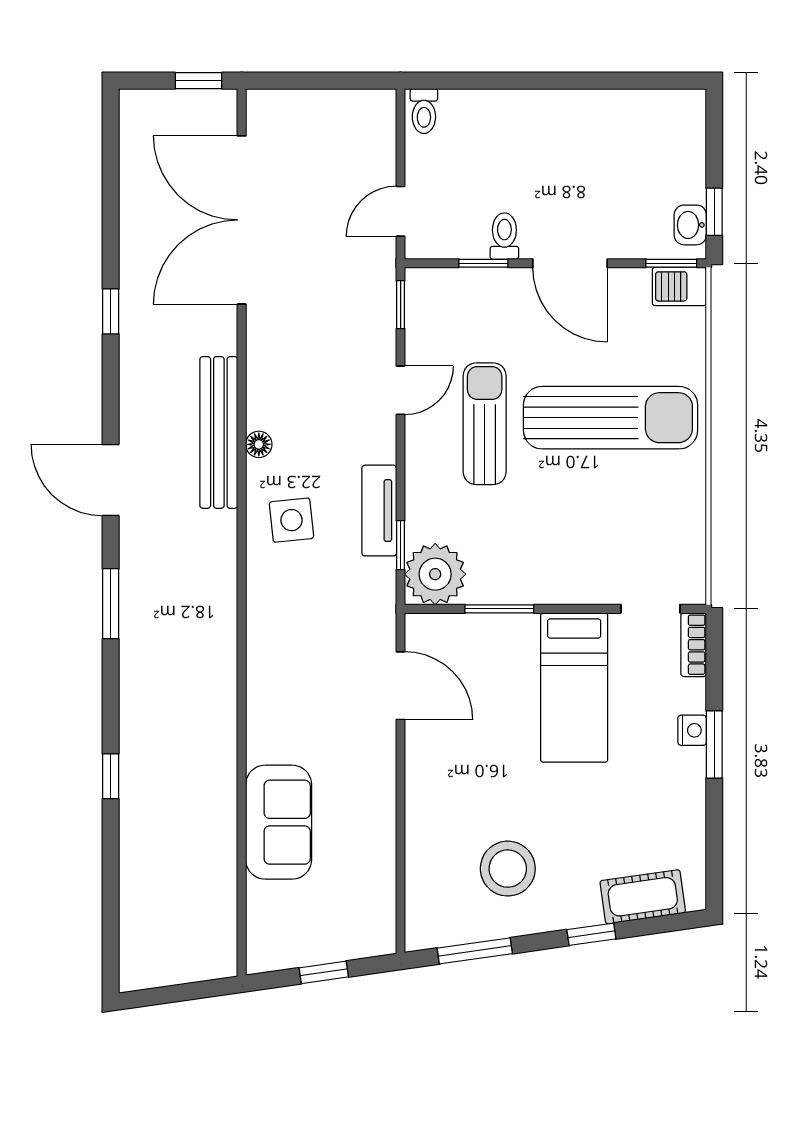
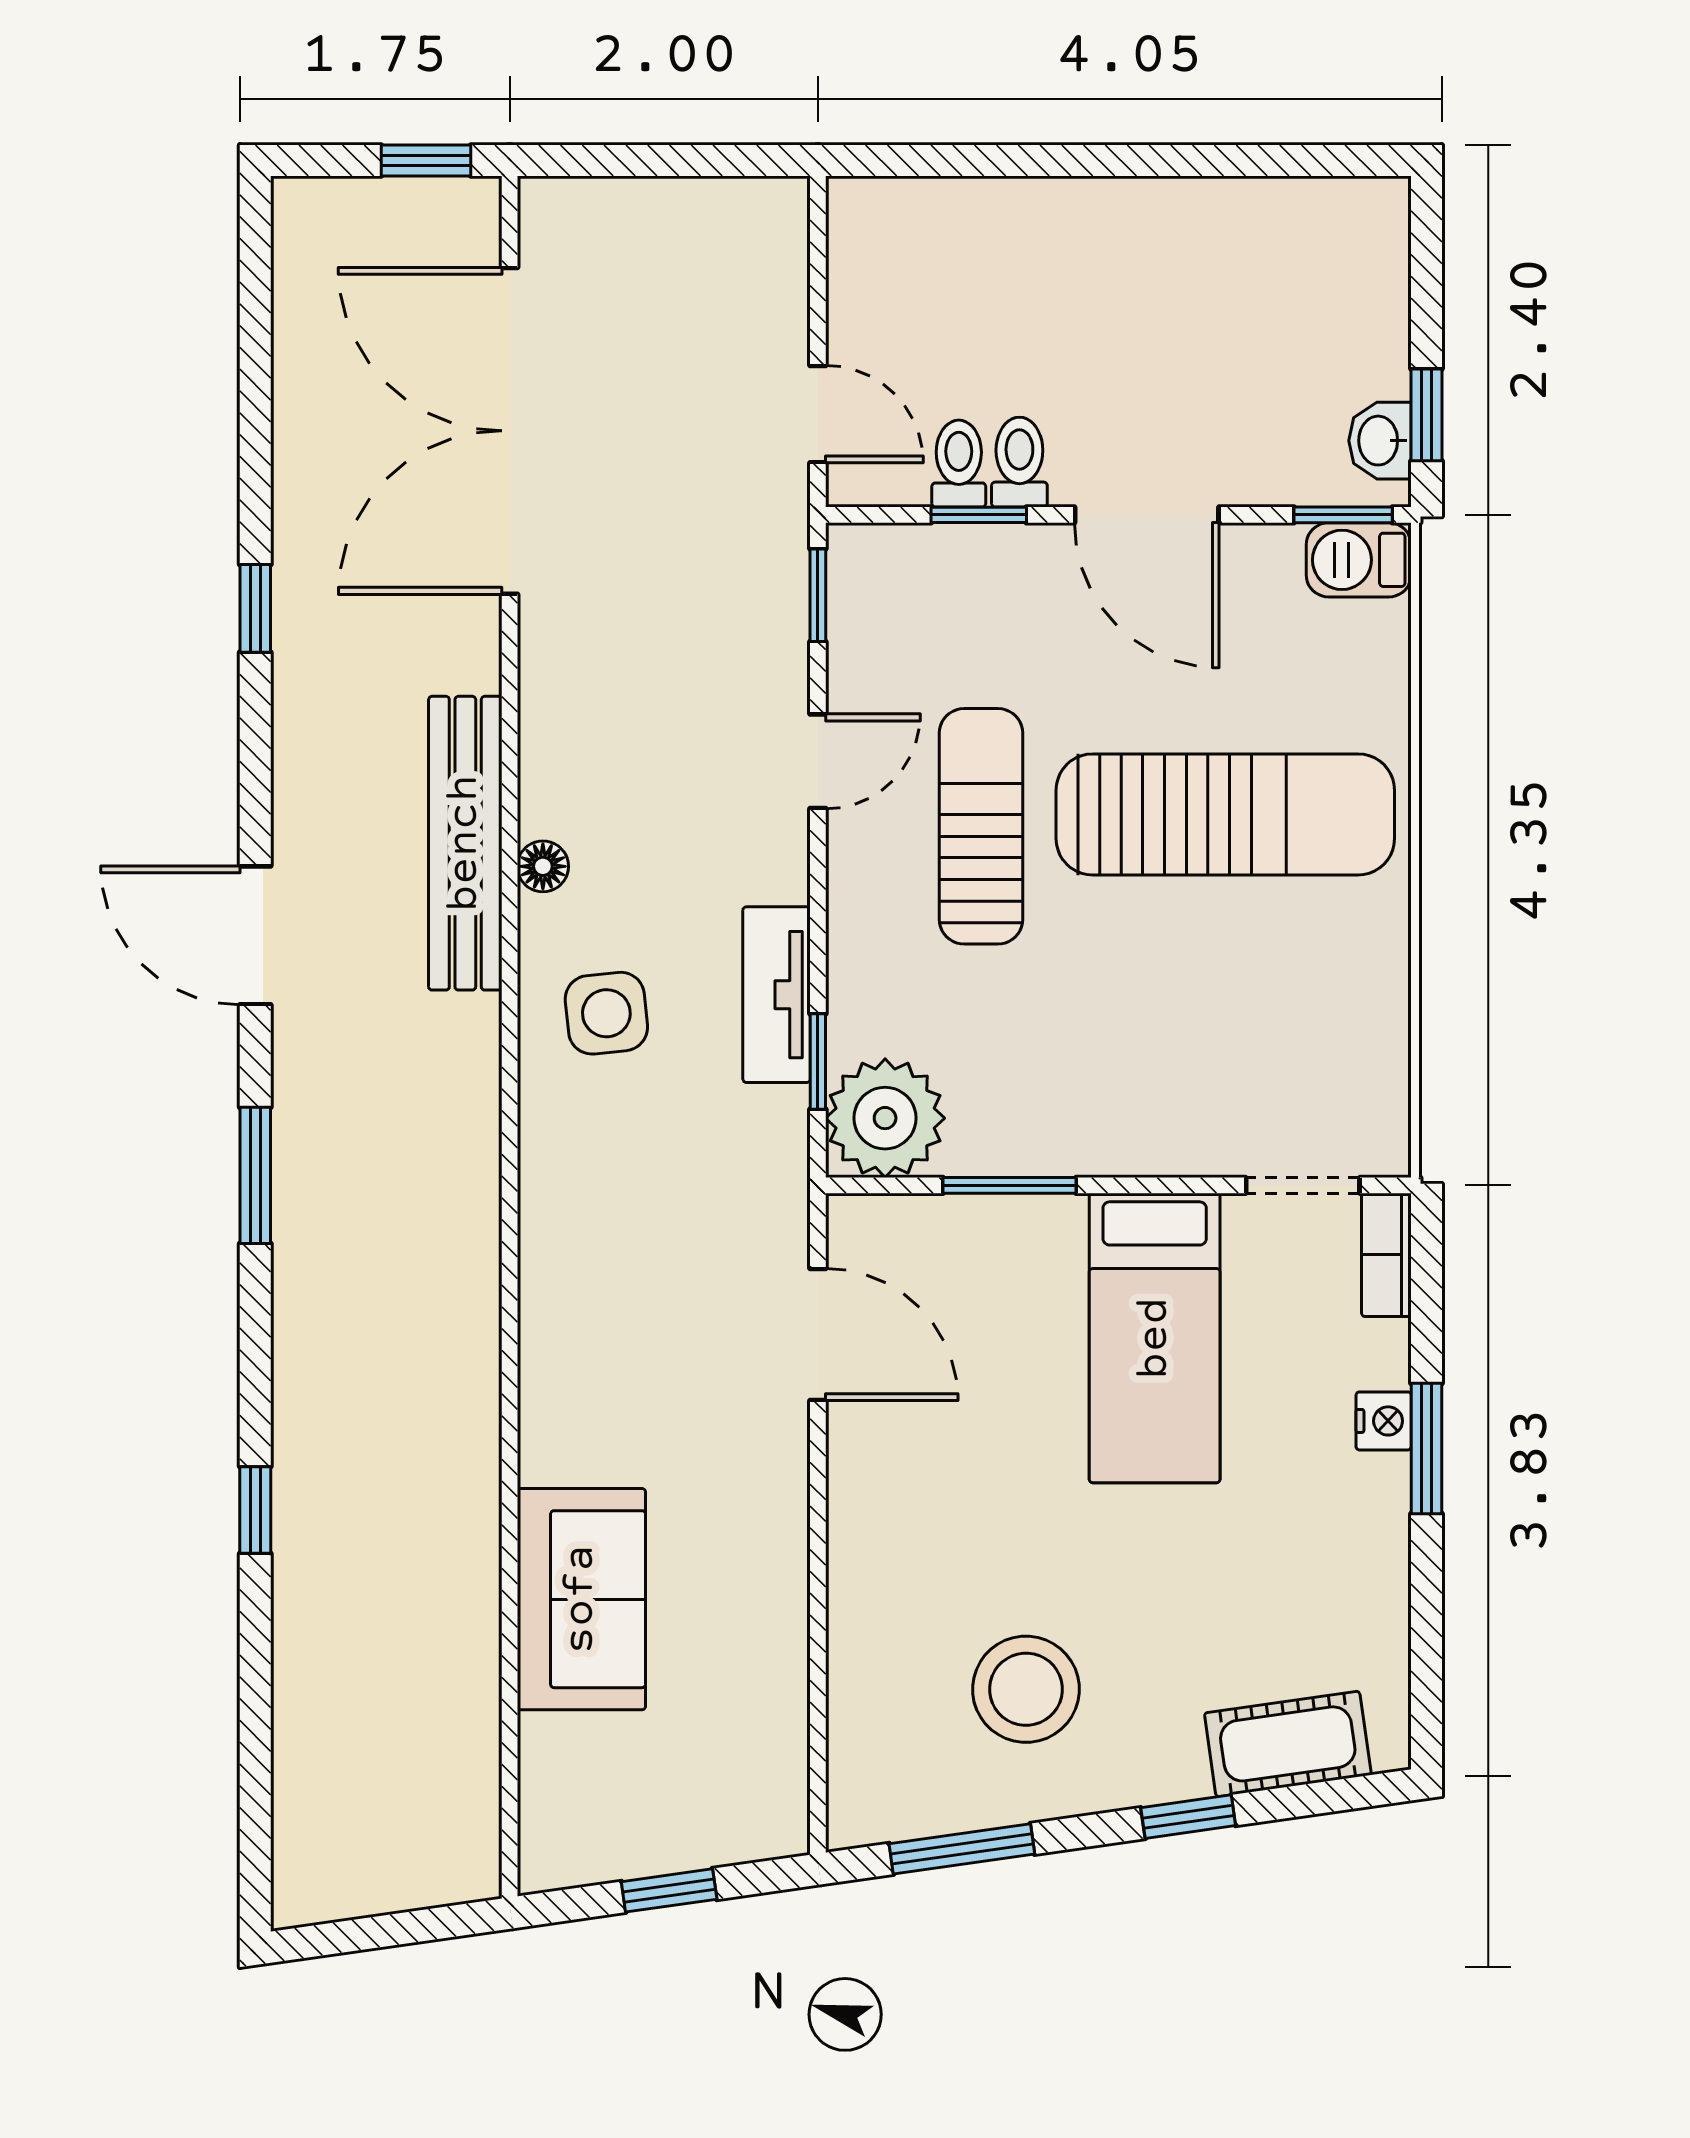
toilet: (424, 111) -> (959, 464), moved, turned 180
door: (401, 211) -> (818, 414), swing flipped

